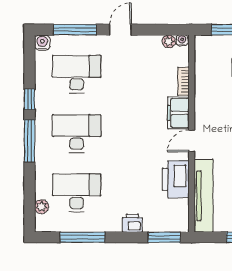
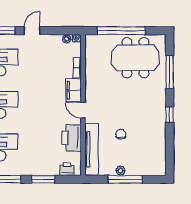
door: (192, 141) -> (83, 110), hinge flipped
printer: (132, 223) -> (67, 169), moved
window: (164, 237) -> (43, 179), moved

